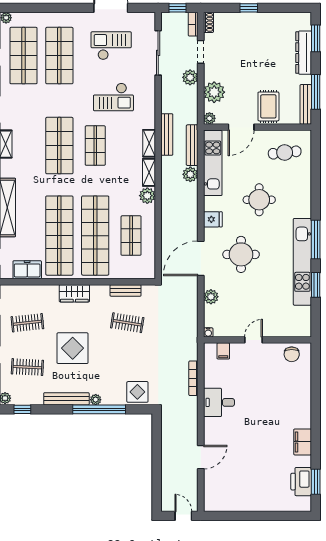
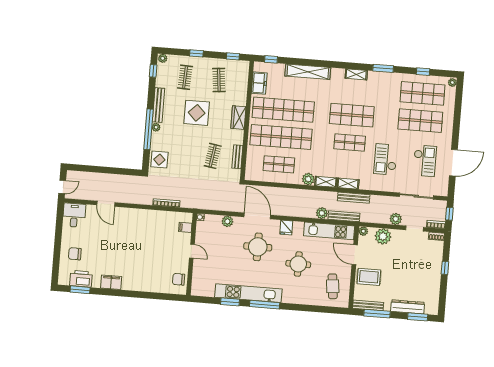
desk: (219, 402) -> (74, 215), moved
chair: (269, 492) -> (75, 254), added

